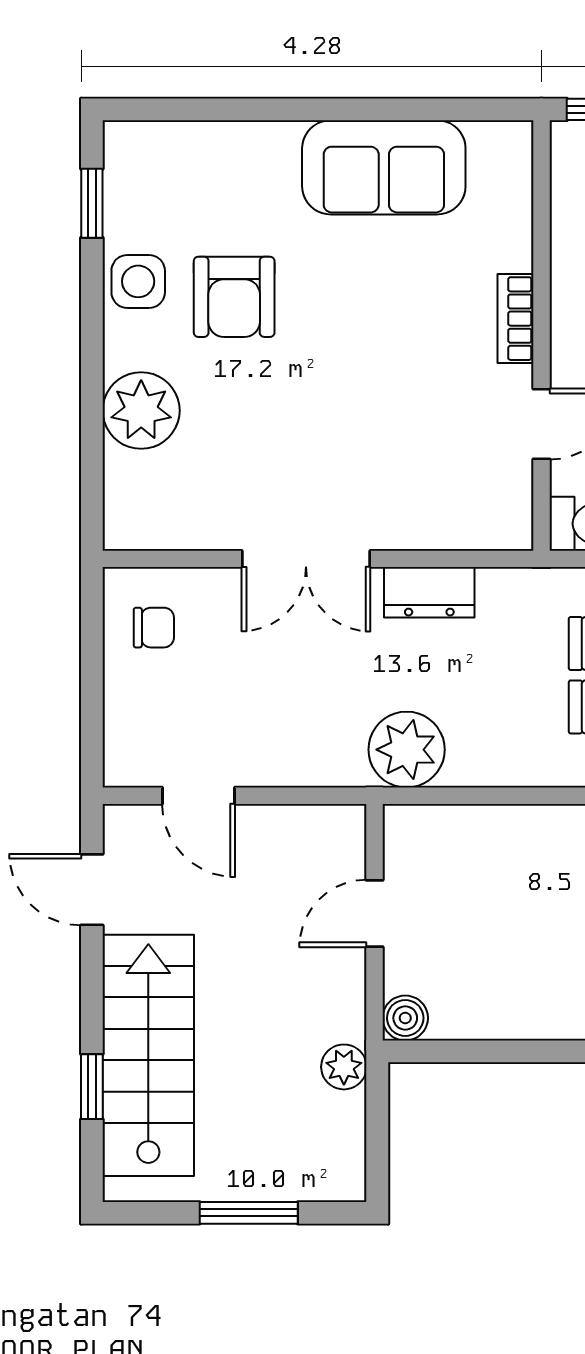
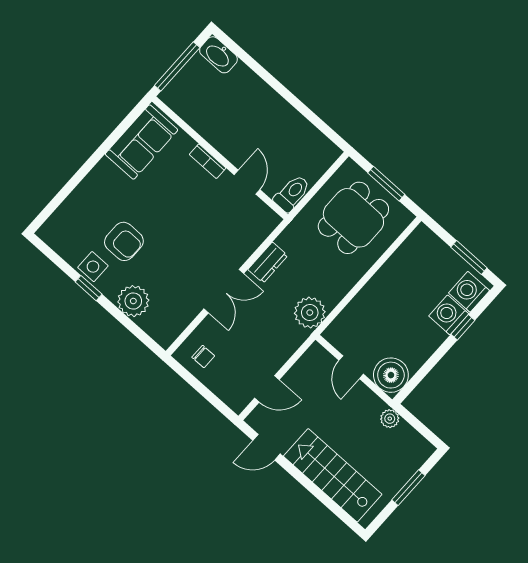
sofa: (384, 167) -> (142, 142), moved
window: (92, 203) -> (89, 288), moved
chair: (154, 628) -> (203, 357), turned 90
boiler: (405, 1018) -> (391, 375), width x1.86, depth x1.86
window: (92, 1087) -> (327, 501), removed

